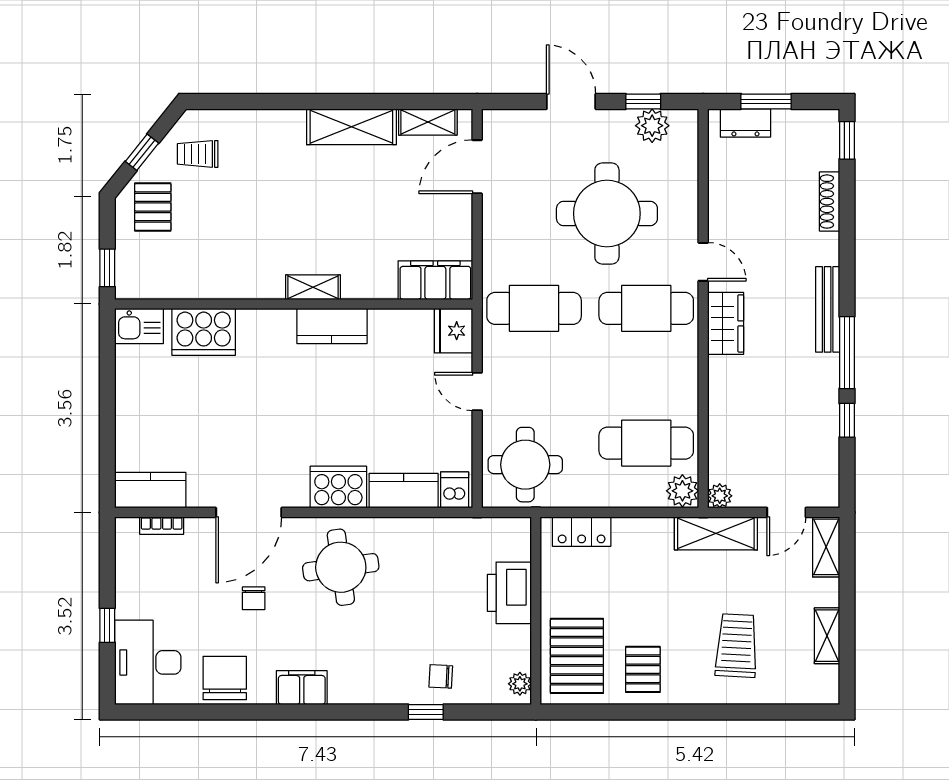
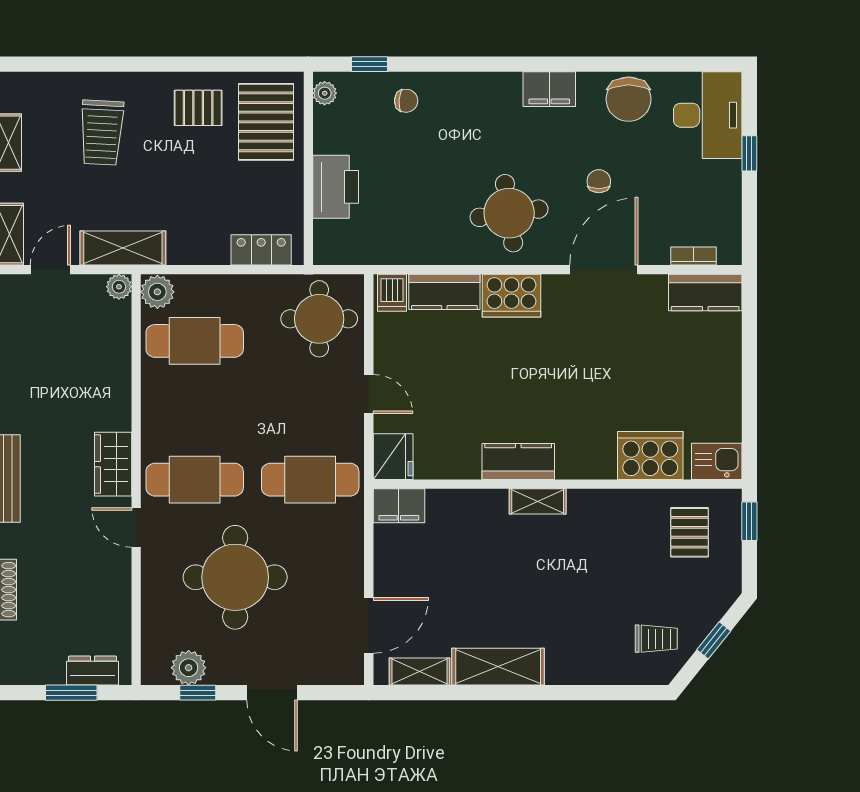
pallet: (153, 207) -> (690, 532), moved
filing cabinet: (435, 280) -> (399, 506), width x0.67, depth x0.86
pallet: (643, 669) -> (198, 108), turned 90
window: (426, 712) -> (369, 64), moved

